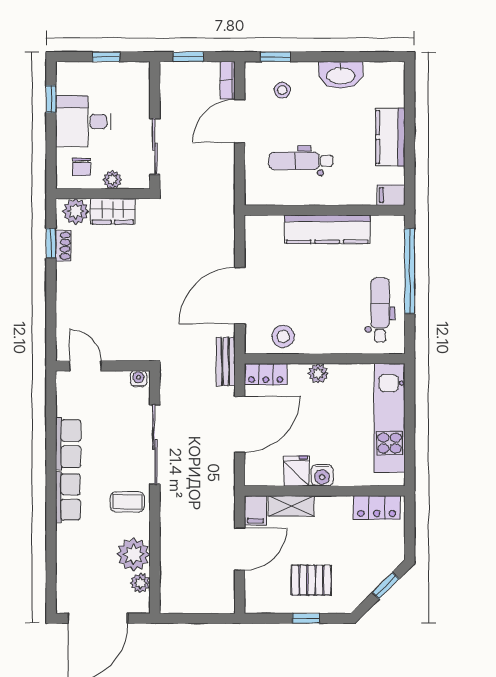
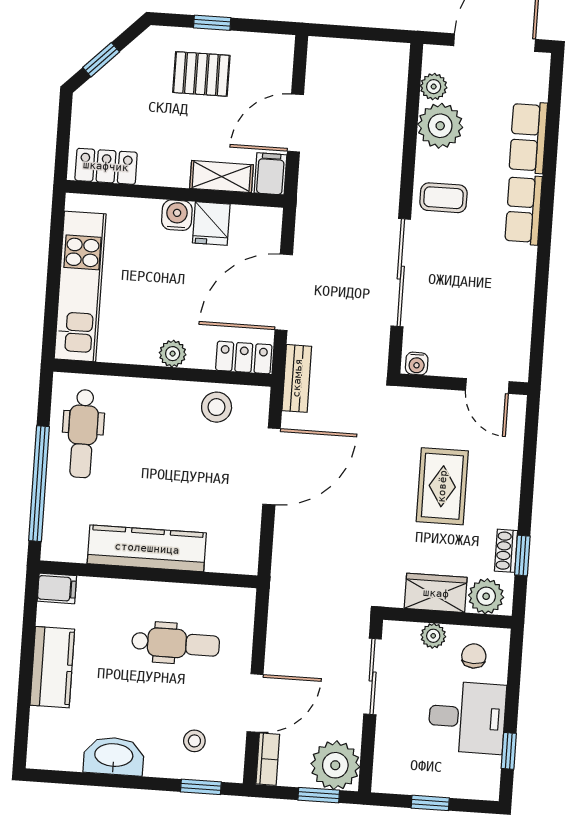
plant: (178, 80) -> (335, 765), added
rug: (113, 290) -> (442, 486), added
row of seats: (68, 444) -> (528, 137), moved

